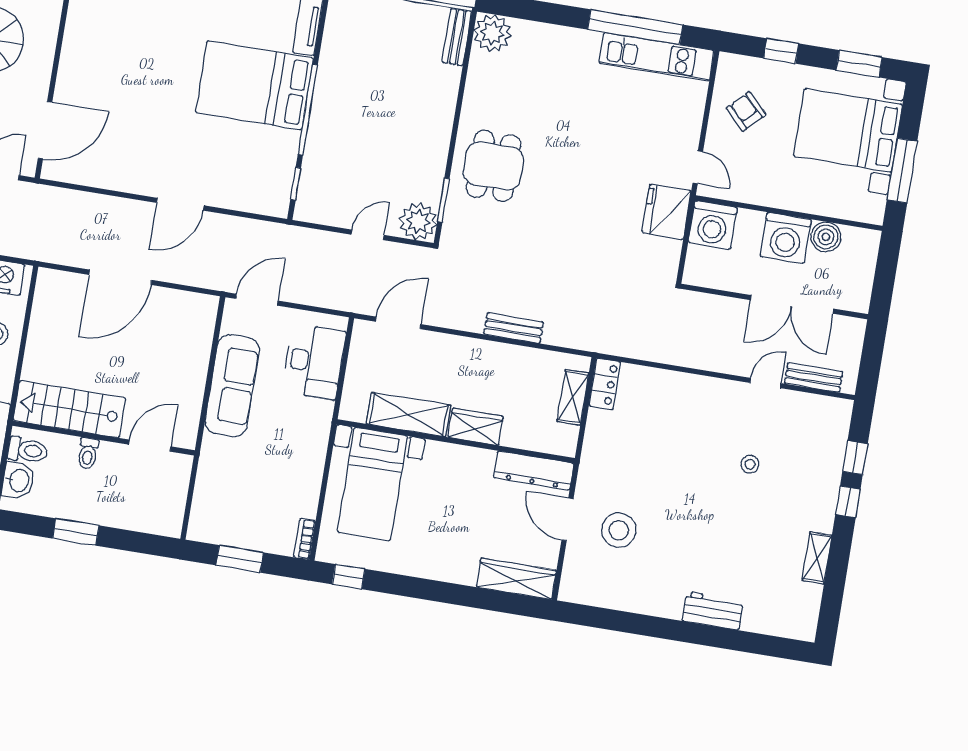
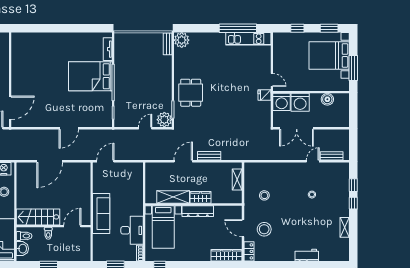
armchair: (746, 111) -> (287, 55), removed
fridge: (667, 212) -> (265, 95), width x0.53, depth x0.75
washing machine: (786, 238) -> (300, 102), moved
double door: (792, 304) -> (297, 128), moved
door: (398, 323) -> (183, 161), moved
desk: (314, 362) -> (132, 230), moved
locker: (605, 384) -> (249, 251), moved
sofa: (232, 385) -> (101, 214), moved
stool: (633, 447) -> (264, 195), added
dresser: (534, 471) -> (198, 211), moved

